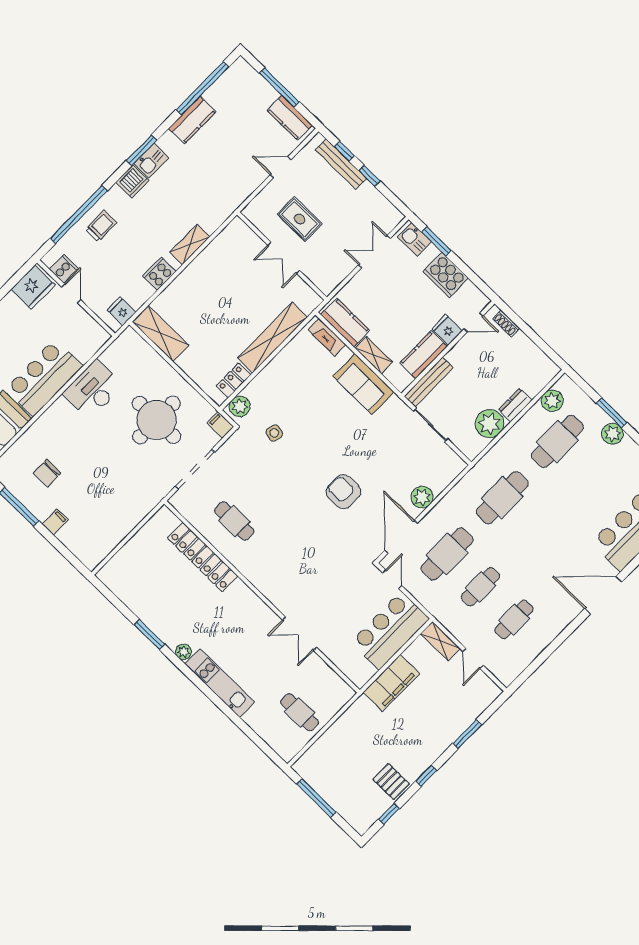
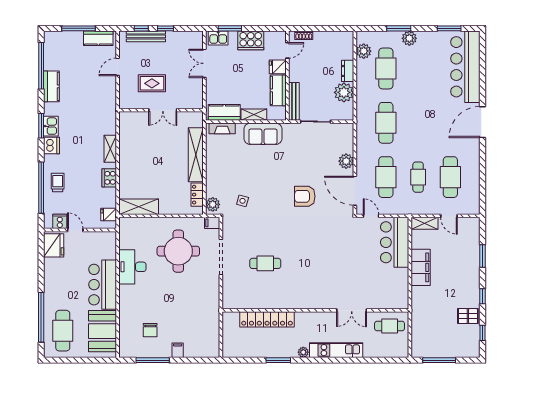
locker: (203, 557) -> (267, 319), moved
wall: (262, 597) -> (315, 310), moved
cafe table: (514, 620) -> (450, 177), width x1.37, depth x1.35
double door: (299, 634) -> (352, 310), moved

